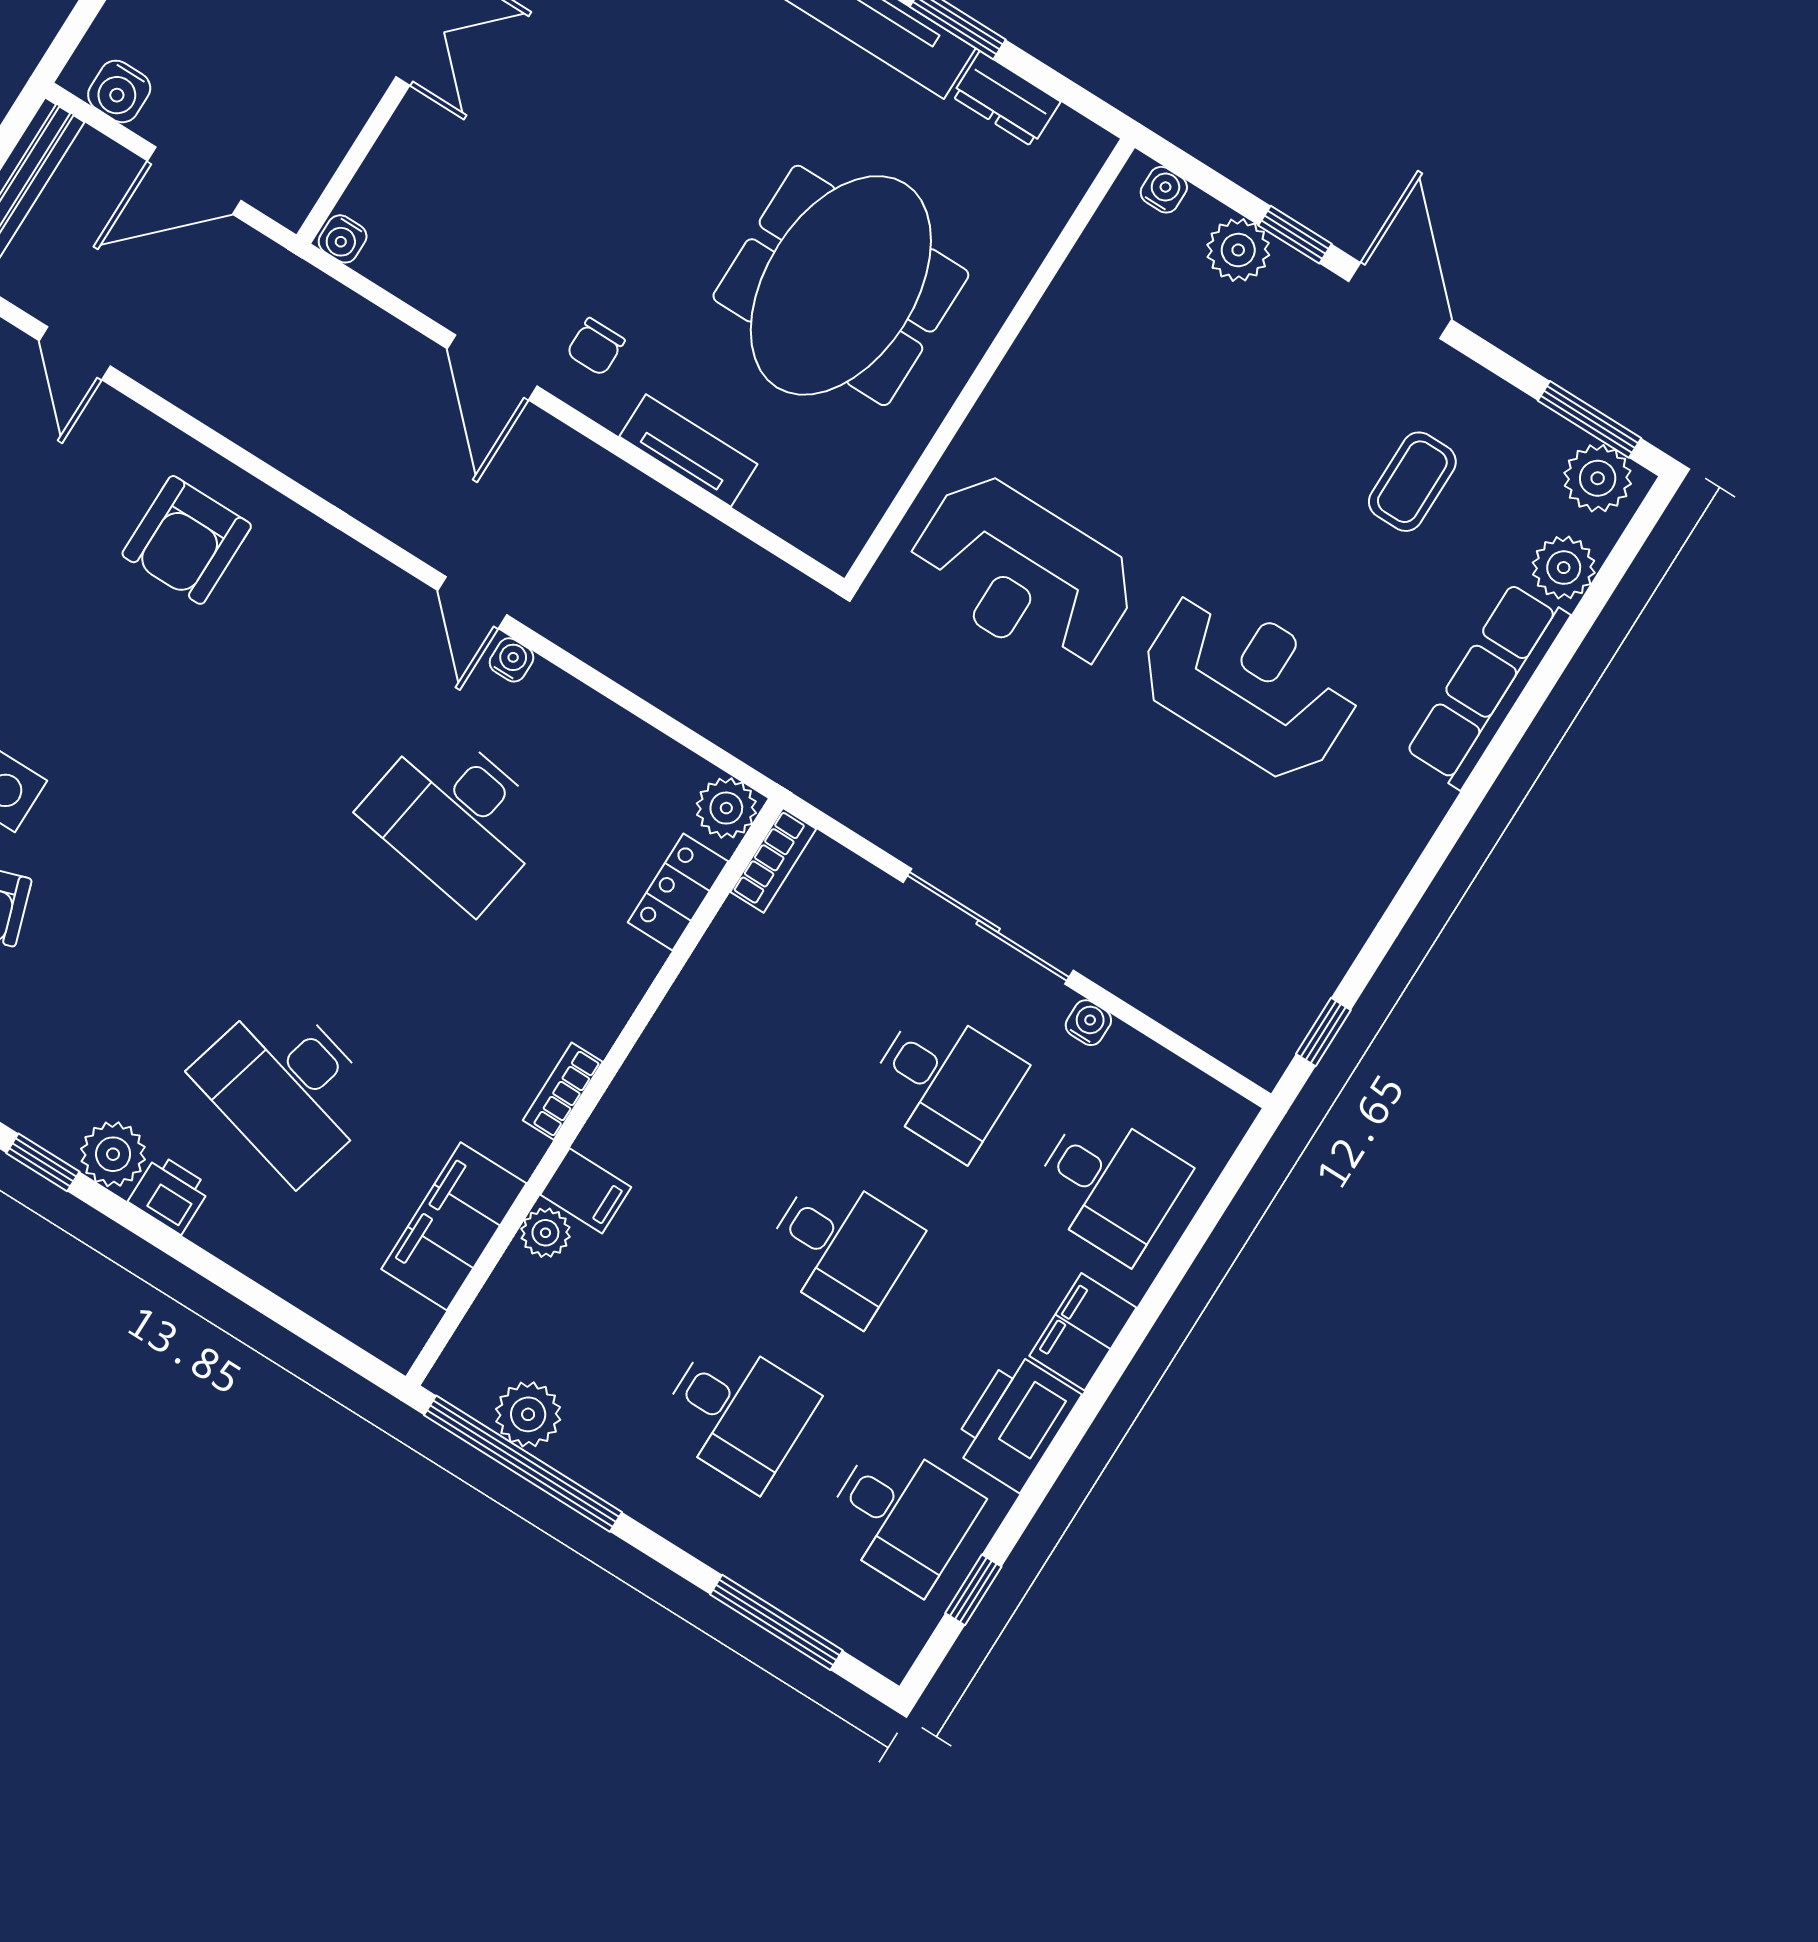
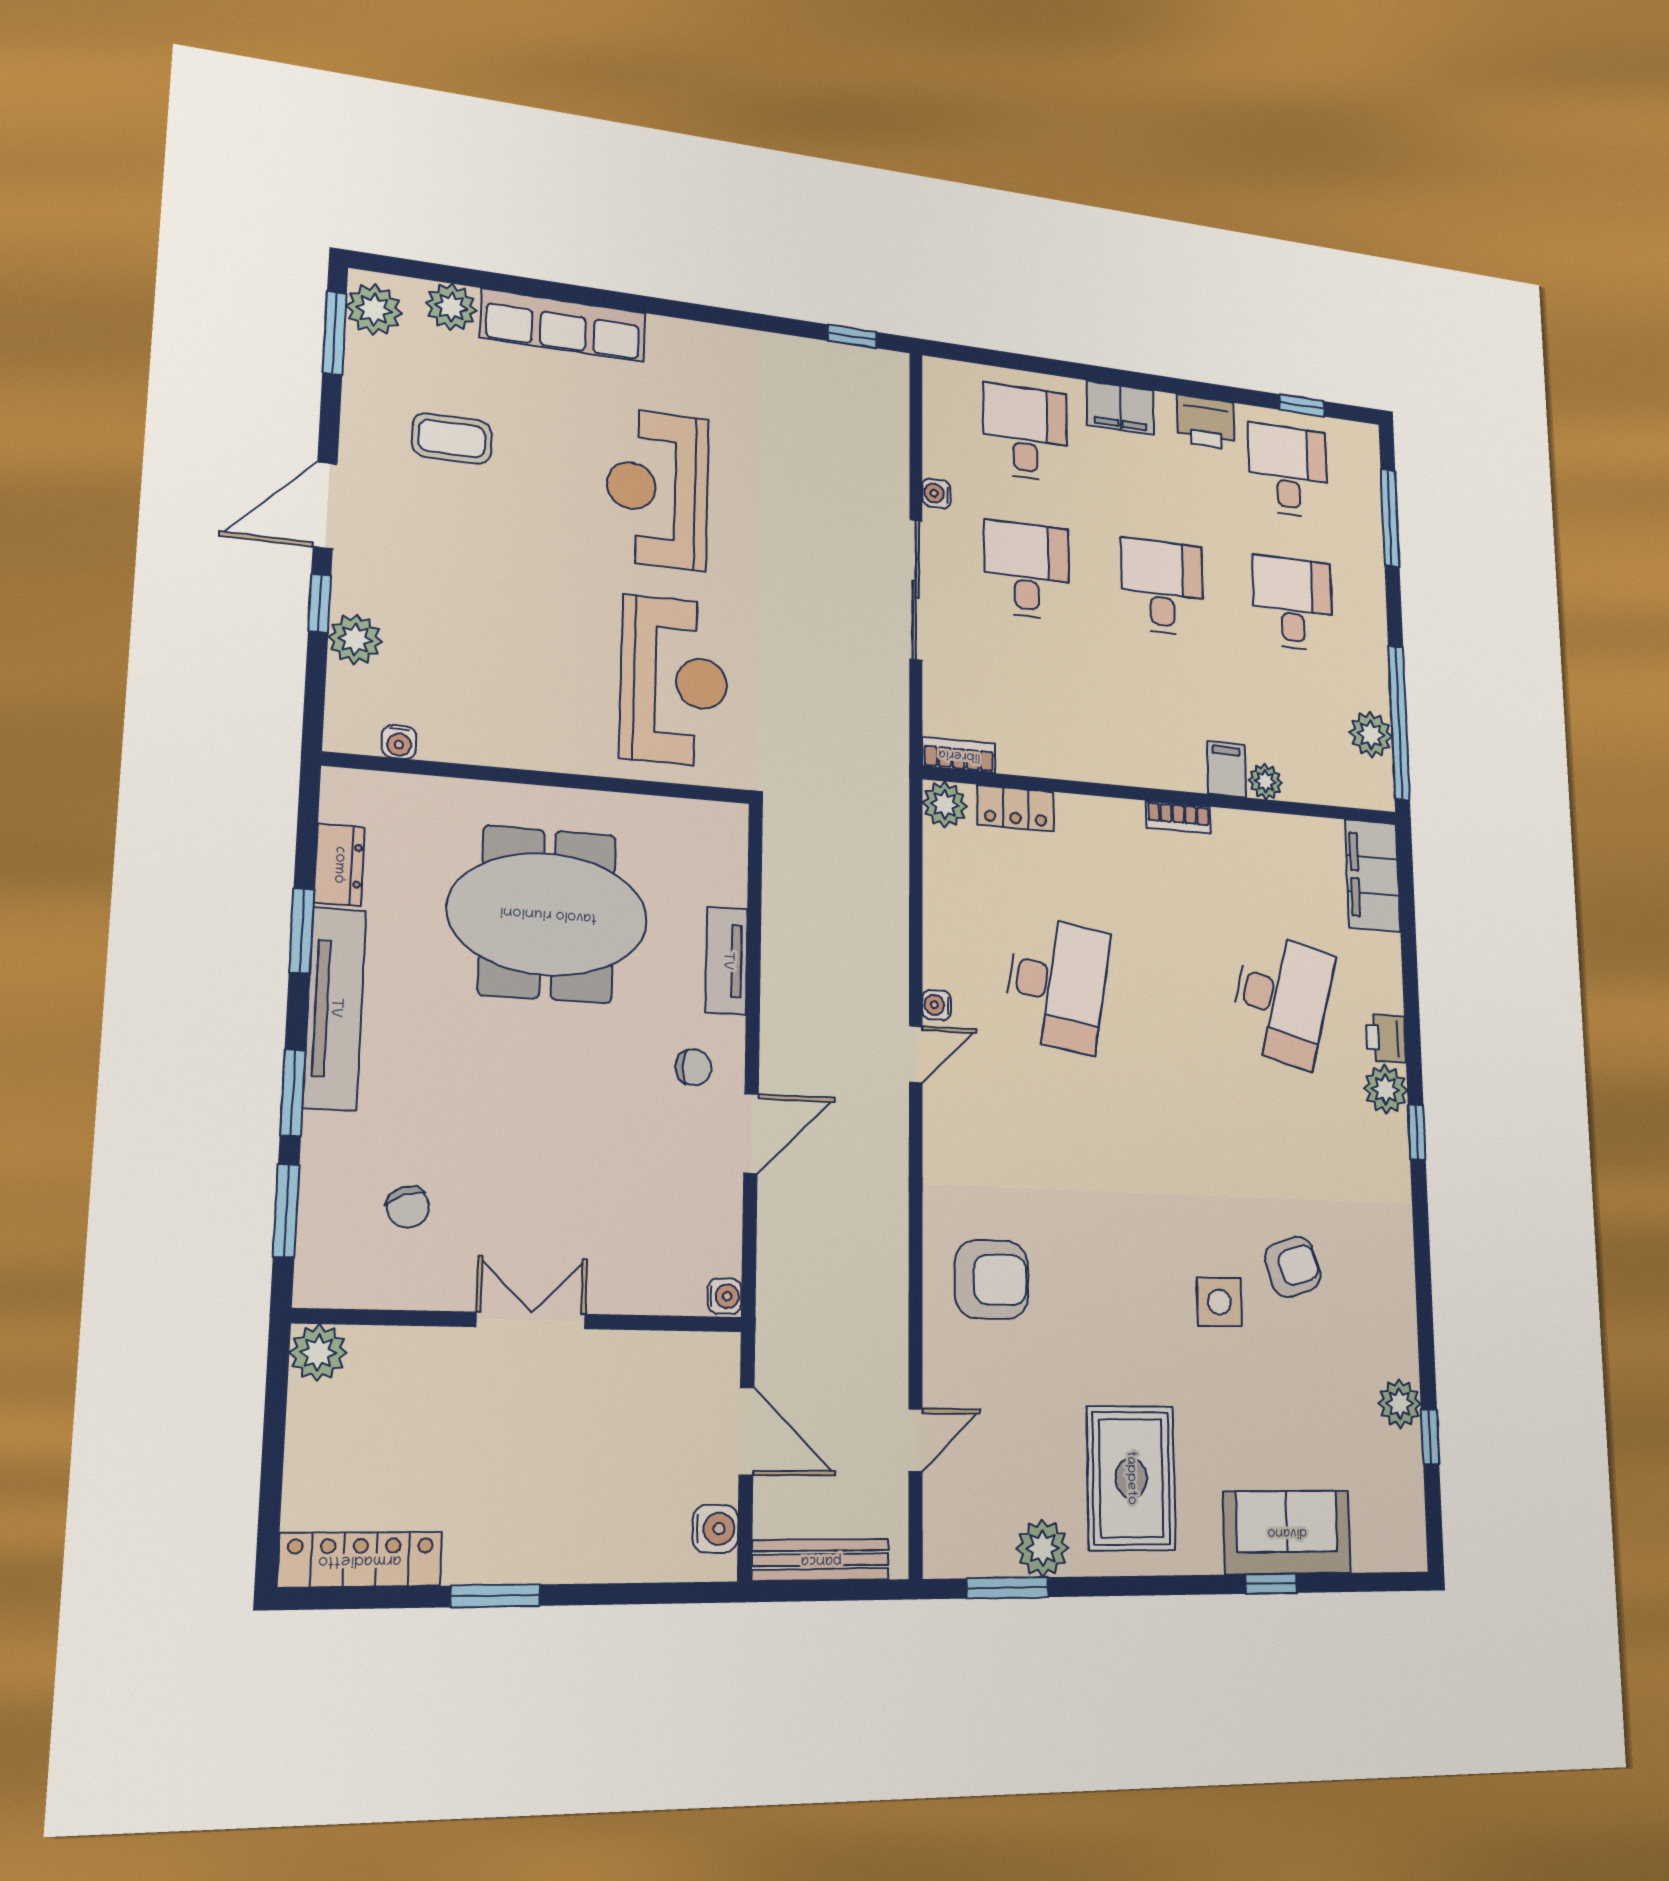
water cooler: (1164, 190) -> (399, 742), moved, turned -90
filing cabinet: (454, 1226) -> (1373, 876), moved, turned 90
printer: (1015, 1422) -> (1206, 422), width x0.73, depth x0.84

